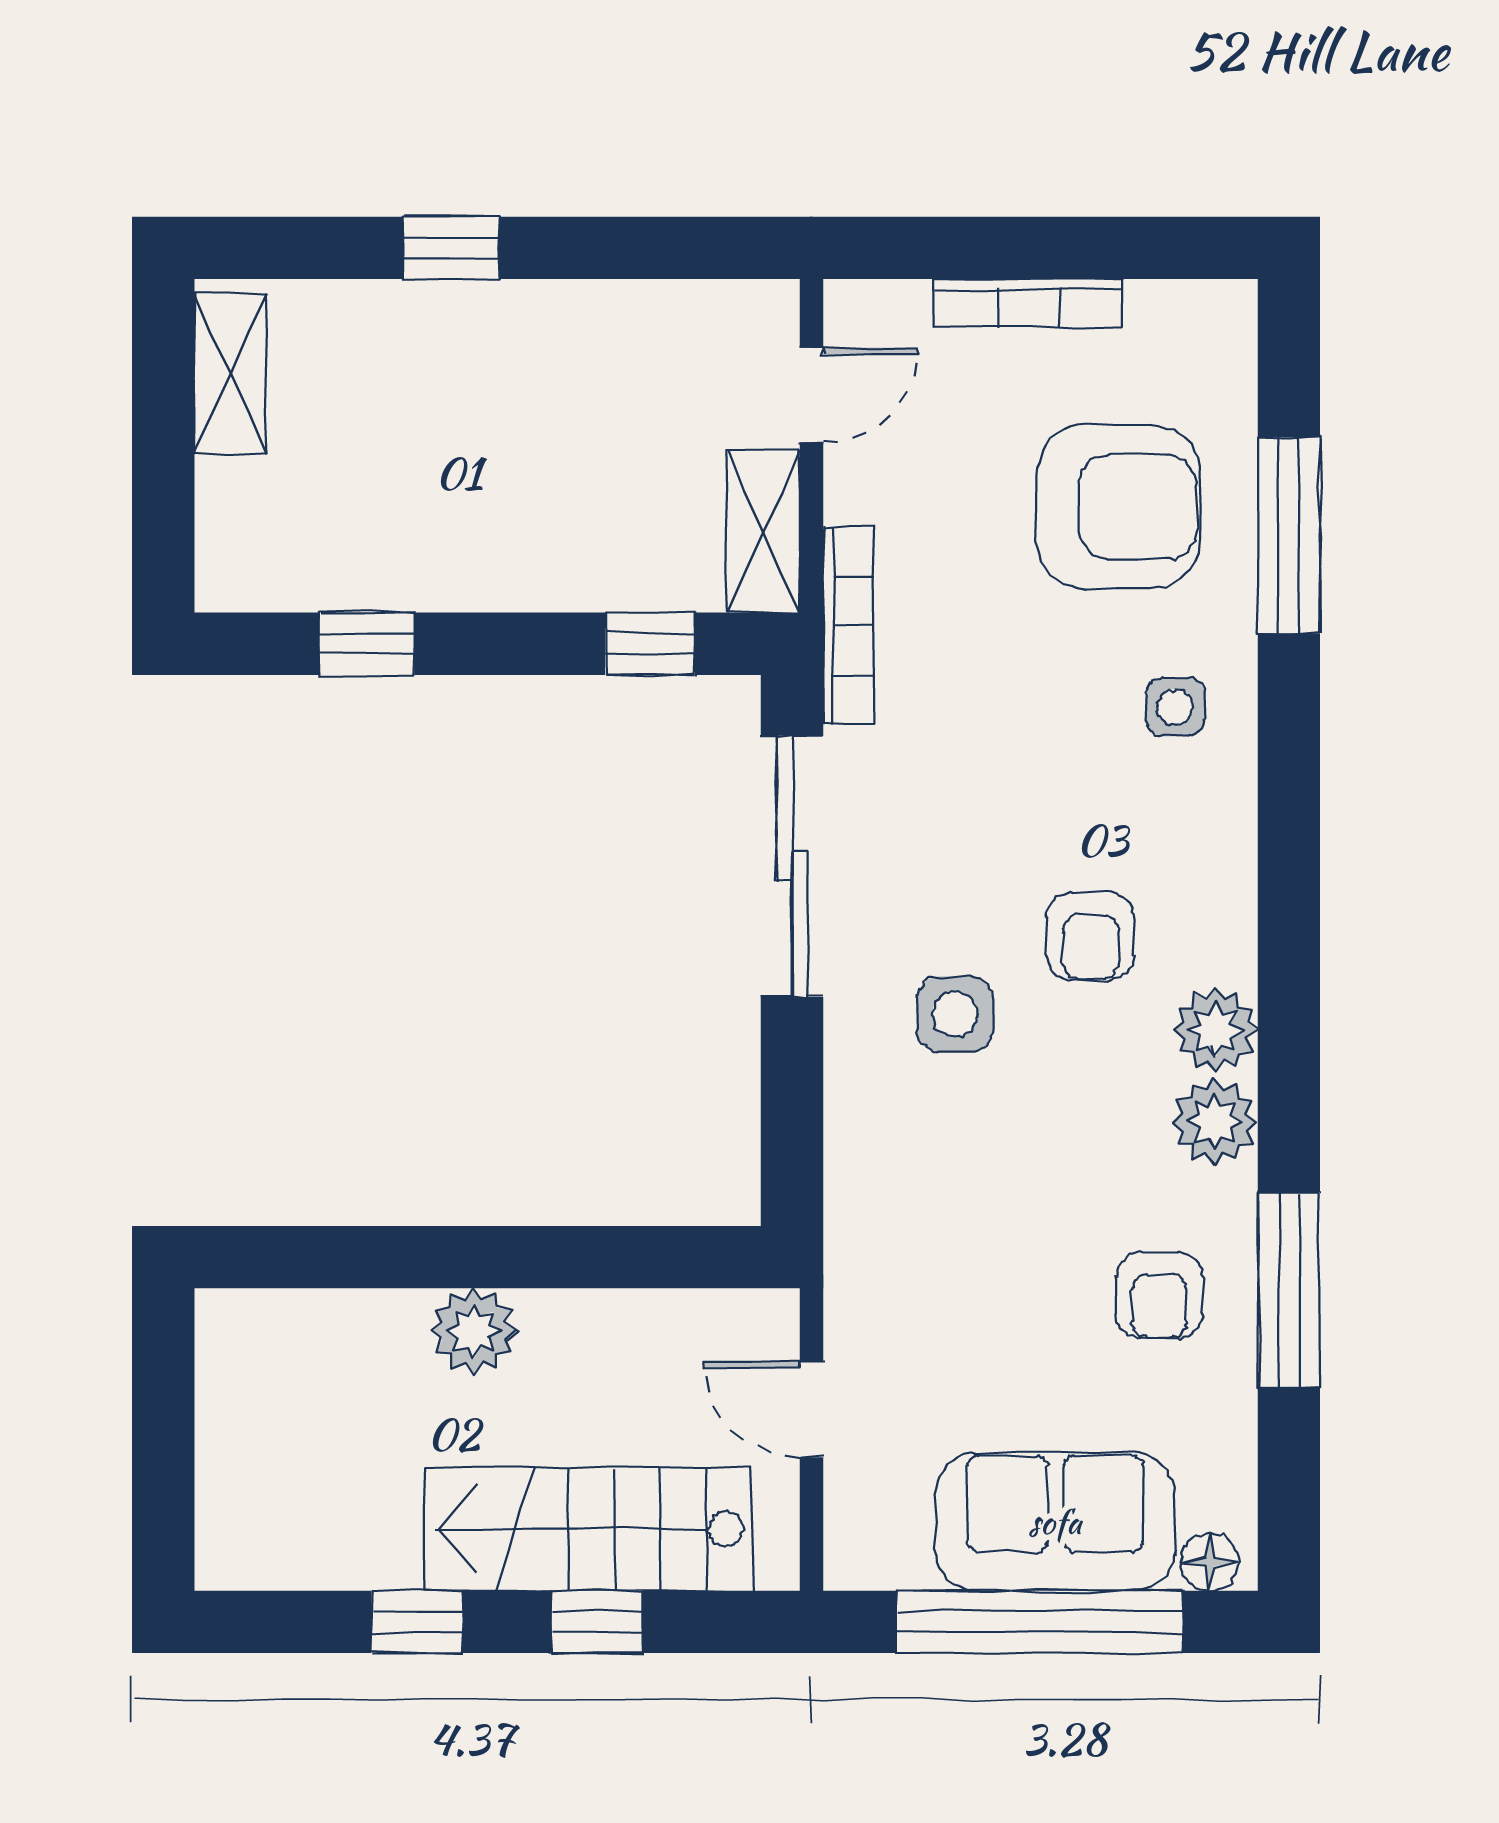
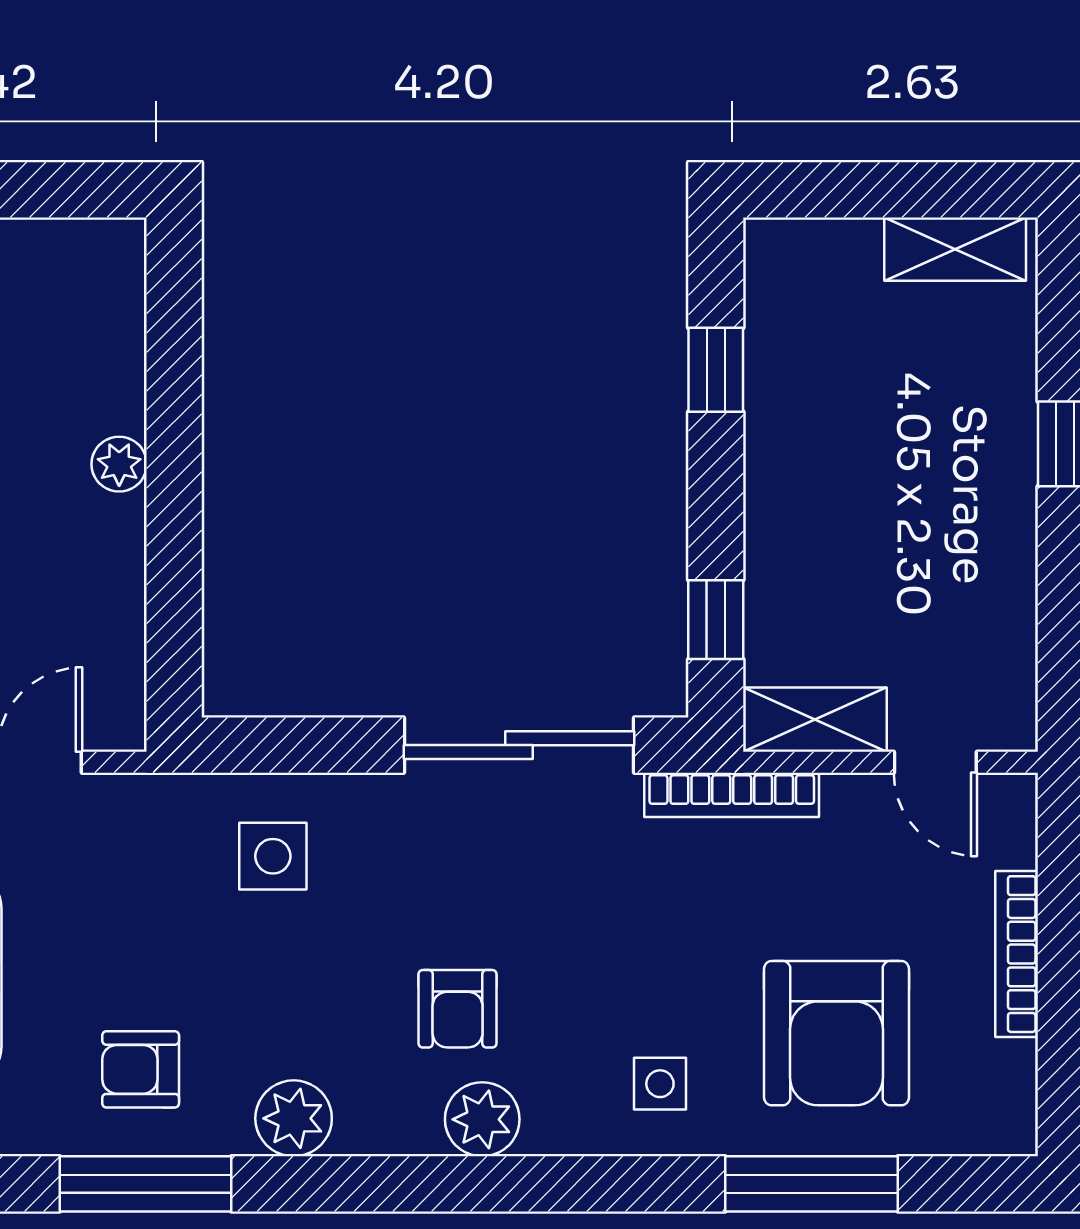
armchair: (1091, 936) -> (458, 1009), turned -90
side table: (955, 1014) -> (273, 856), moved
plant: (1216, 1030) -> (482, 1119), moved
plant: (474, 1331) -> (119, 464), width x0.73, depth x0.73

